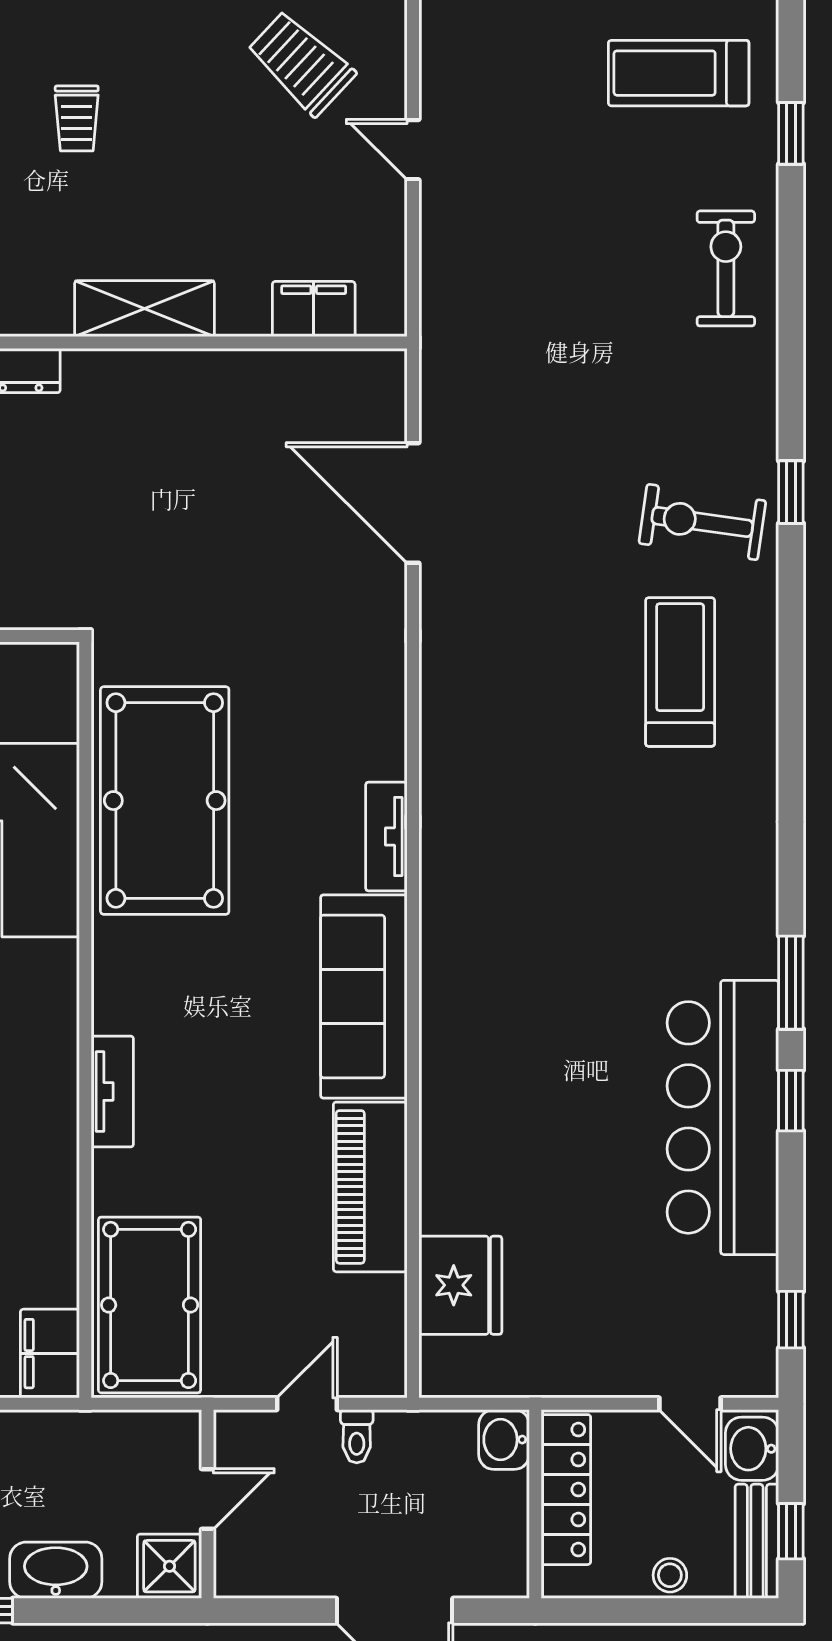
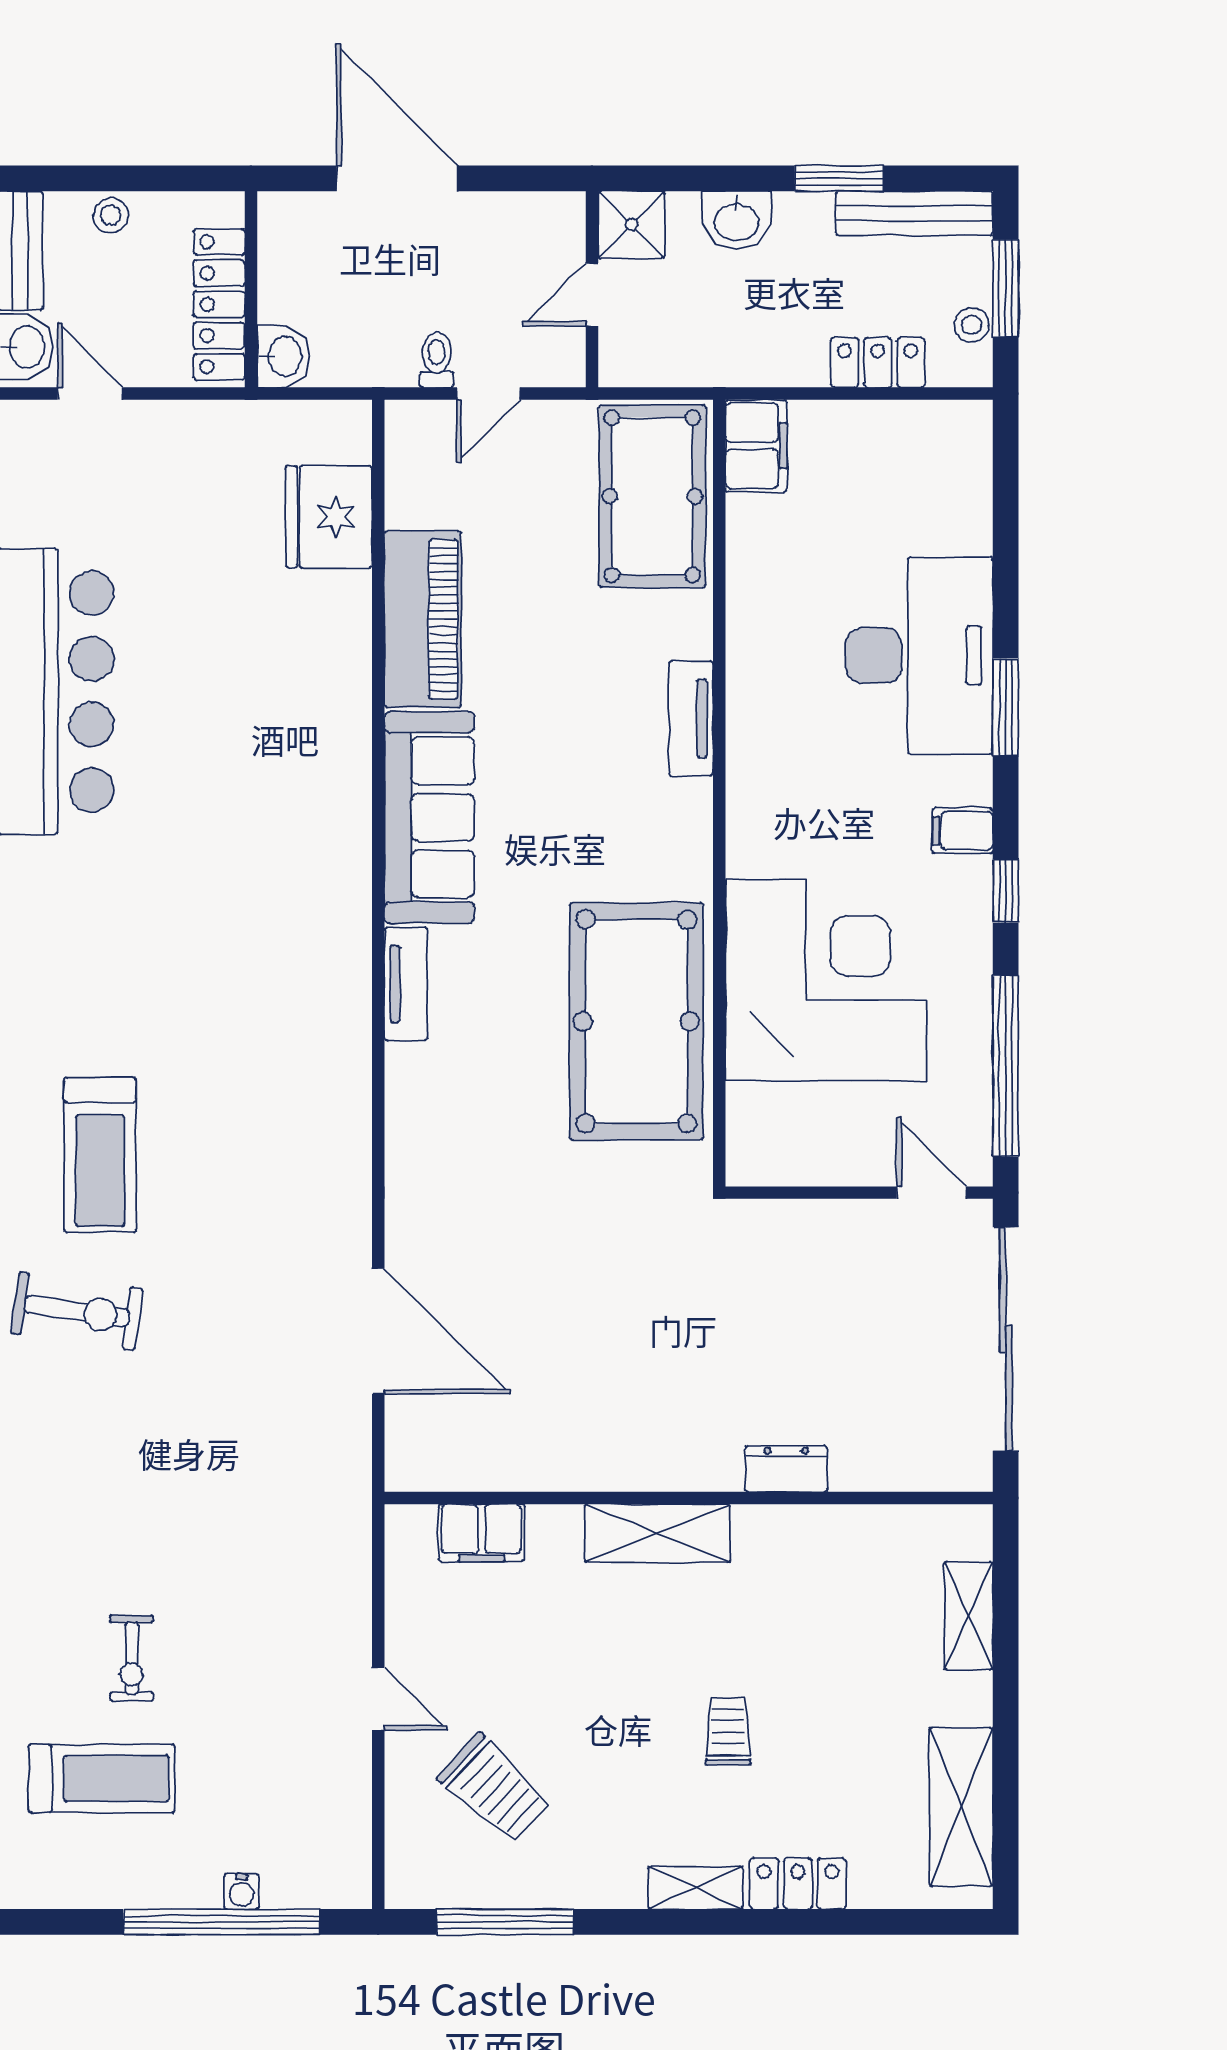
exercise bike: (726, 268) -> (132, 1658), moved, width x0.73, depth x0.72
washbasin: (56, 1570) -> (737, 220), width x0.72

